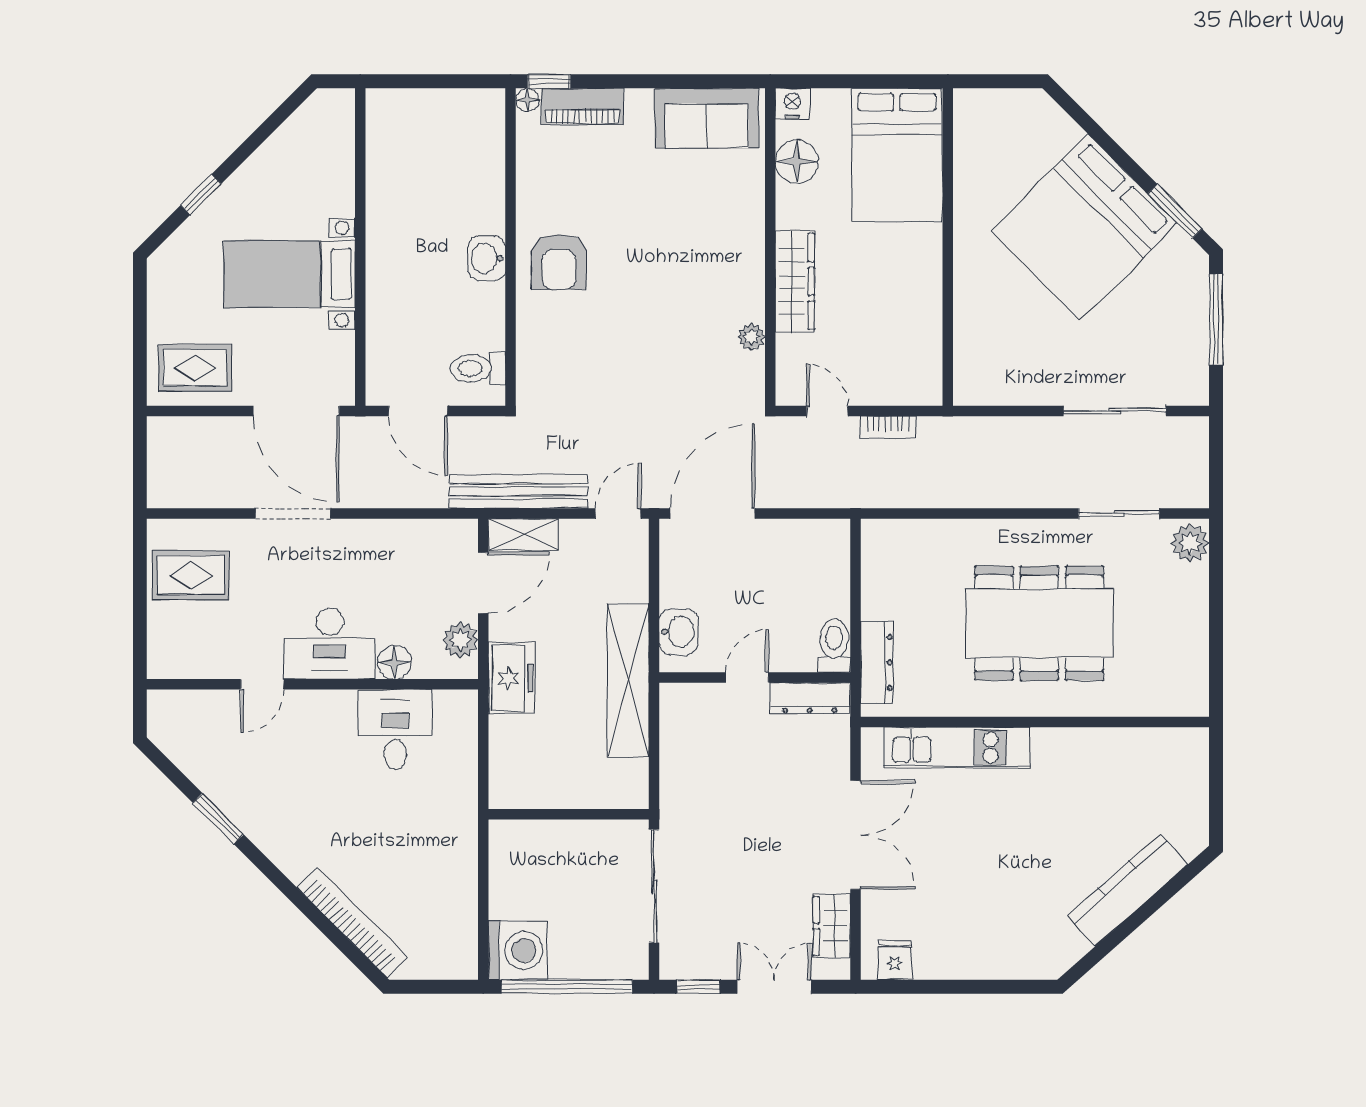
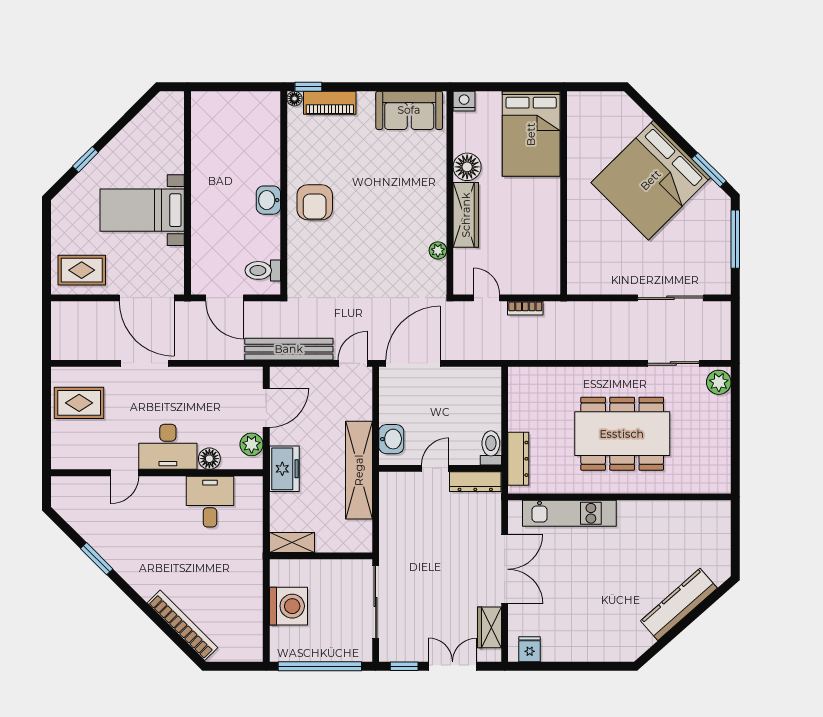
floor lamp: (797, 162) -> (467, 167), moved
shelving: (523, 534) -> (292, 543), moved
washing machine: (518, 950) -> (288, 606), moved

